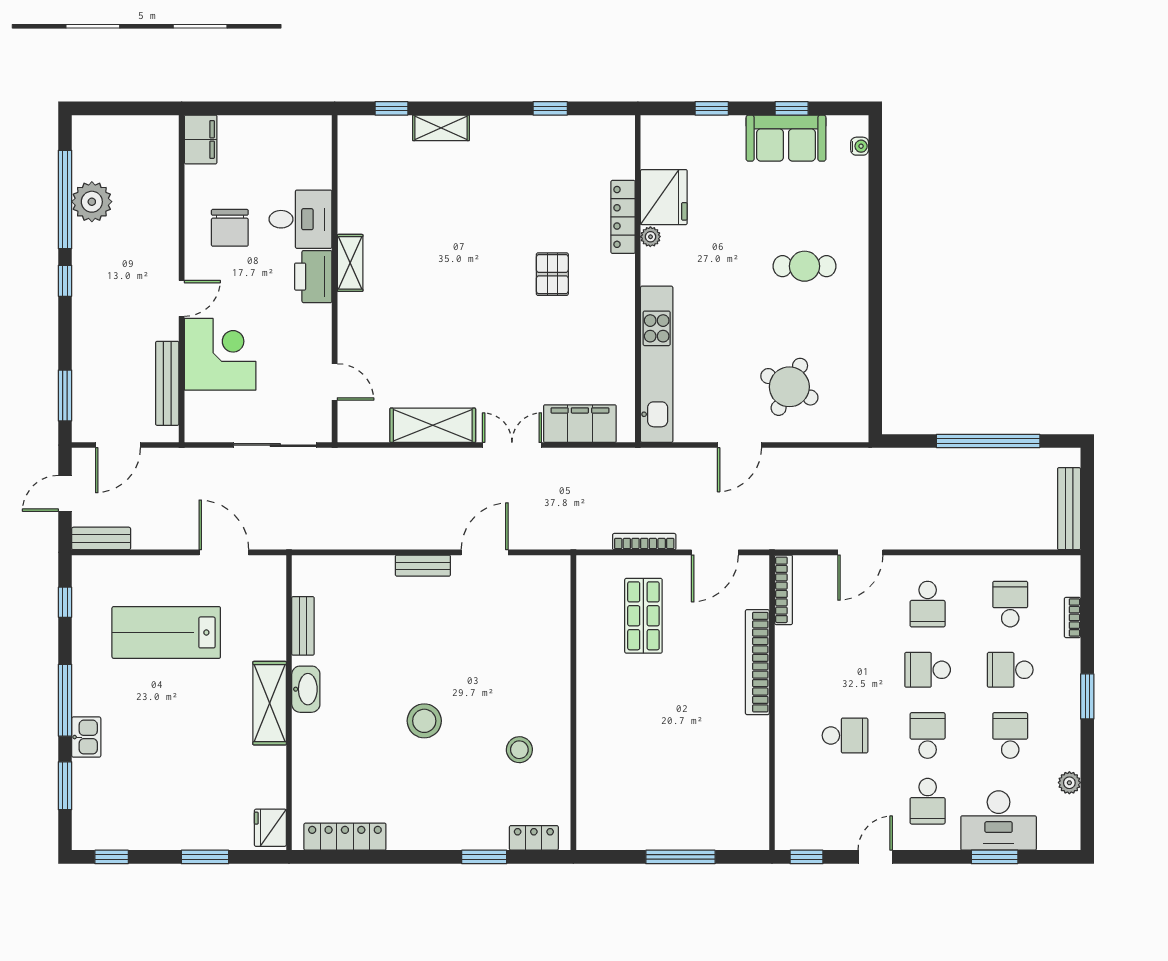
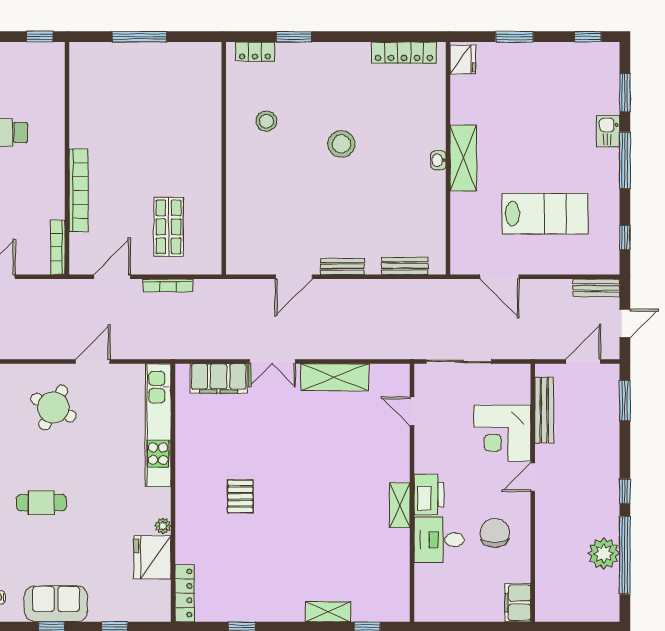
locker: (623, 217) -> (185, 593), moved
bench: (303, 626) -> (405, 266), moved, turned 90
washbasin: (306, 689) -> (438, 160), width x0.52, depth x0.69

